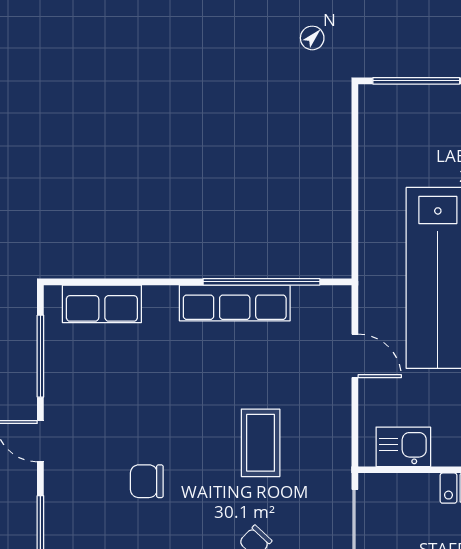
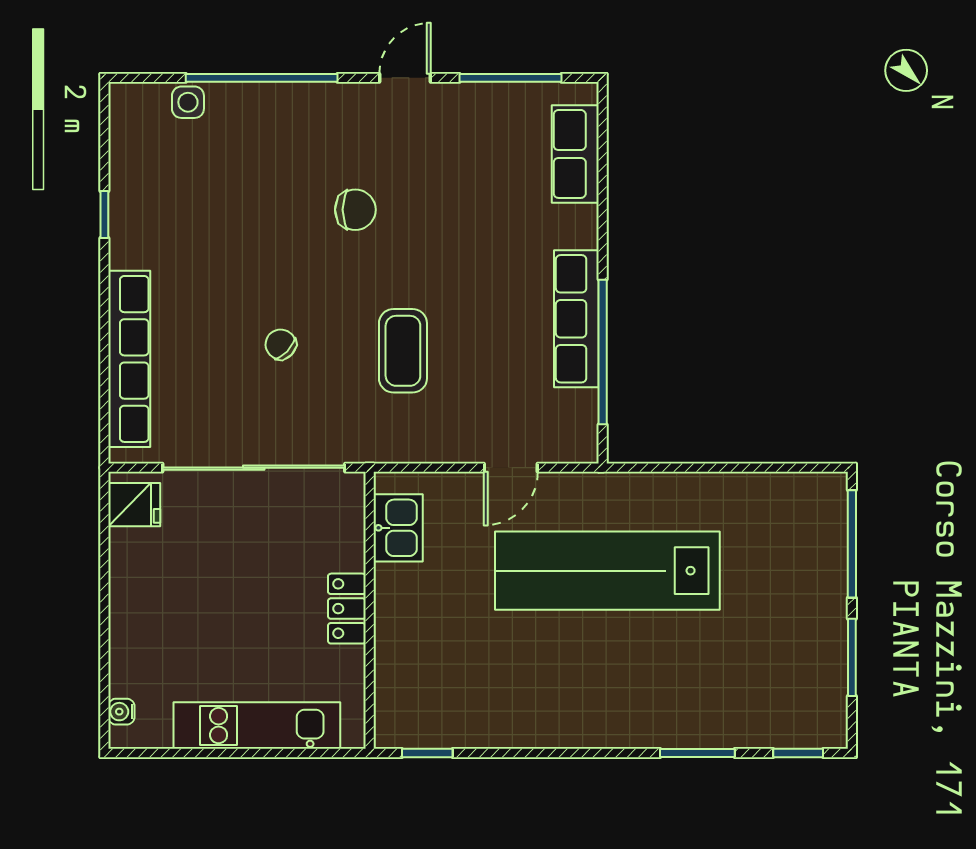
coffee table: (261, 443) -> (403, 351), turned 90
chair: (147, 481) -> (355, 210), turned 90

